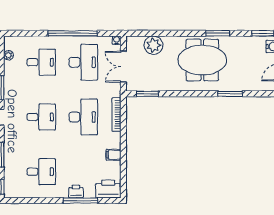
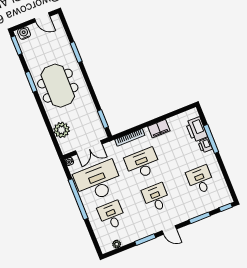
desk: (83, 62) -> (98, 181), width x1.36, depth x1.30
filing cabinet: (113, 155) -> (159, 129), width x2.00
printer: (108, 189) -> (196, 129), moved

